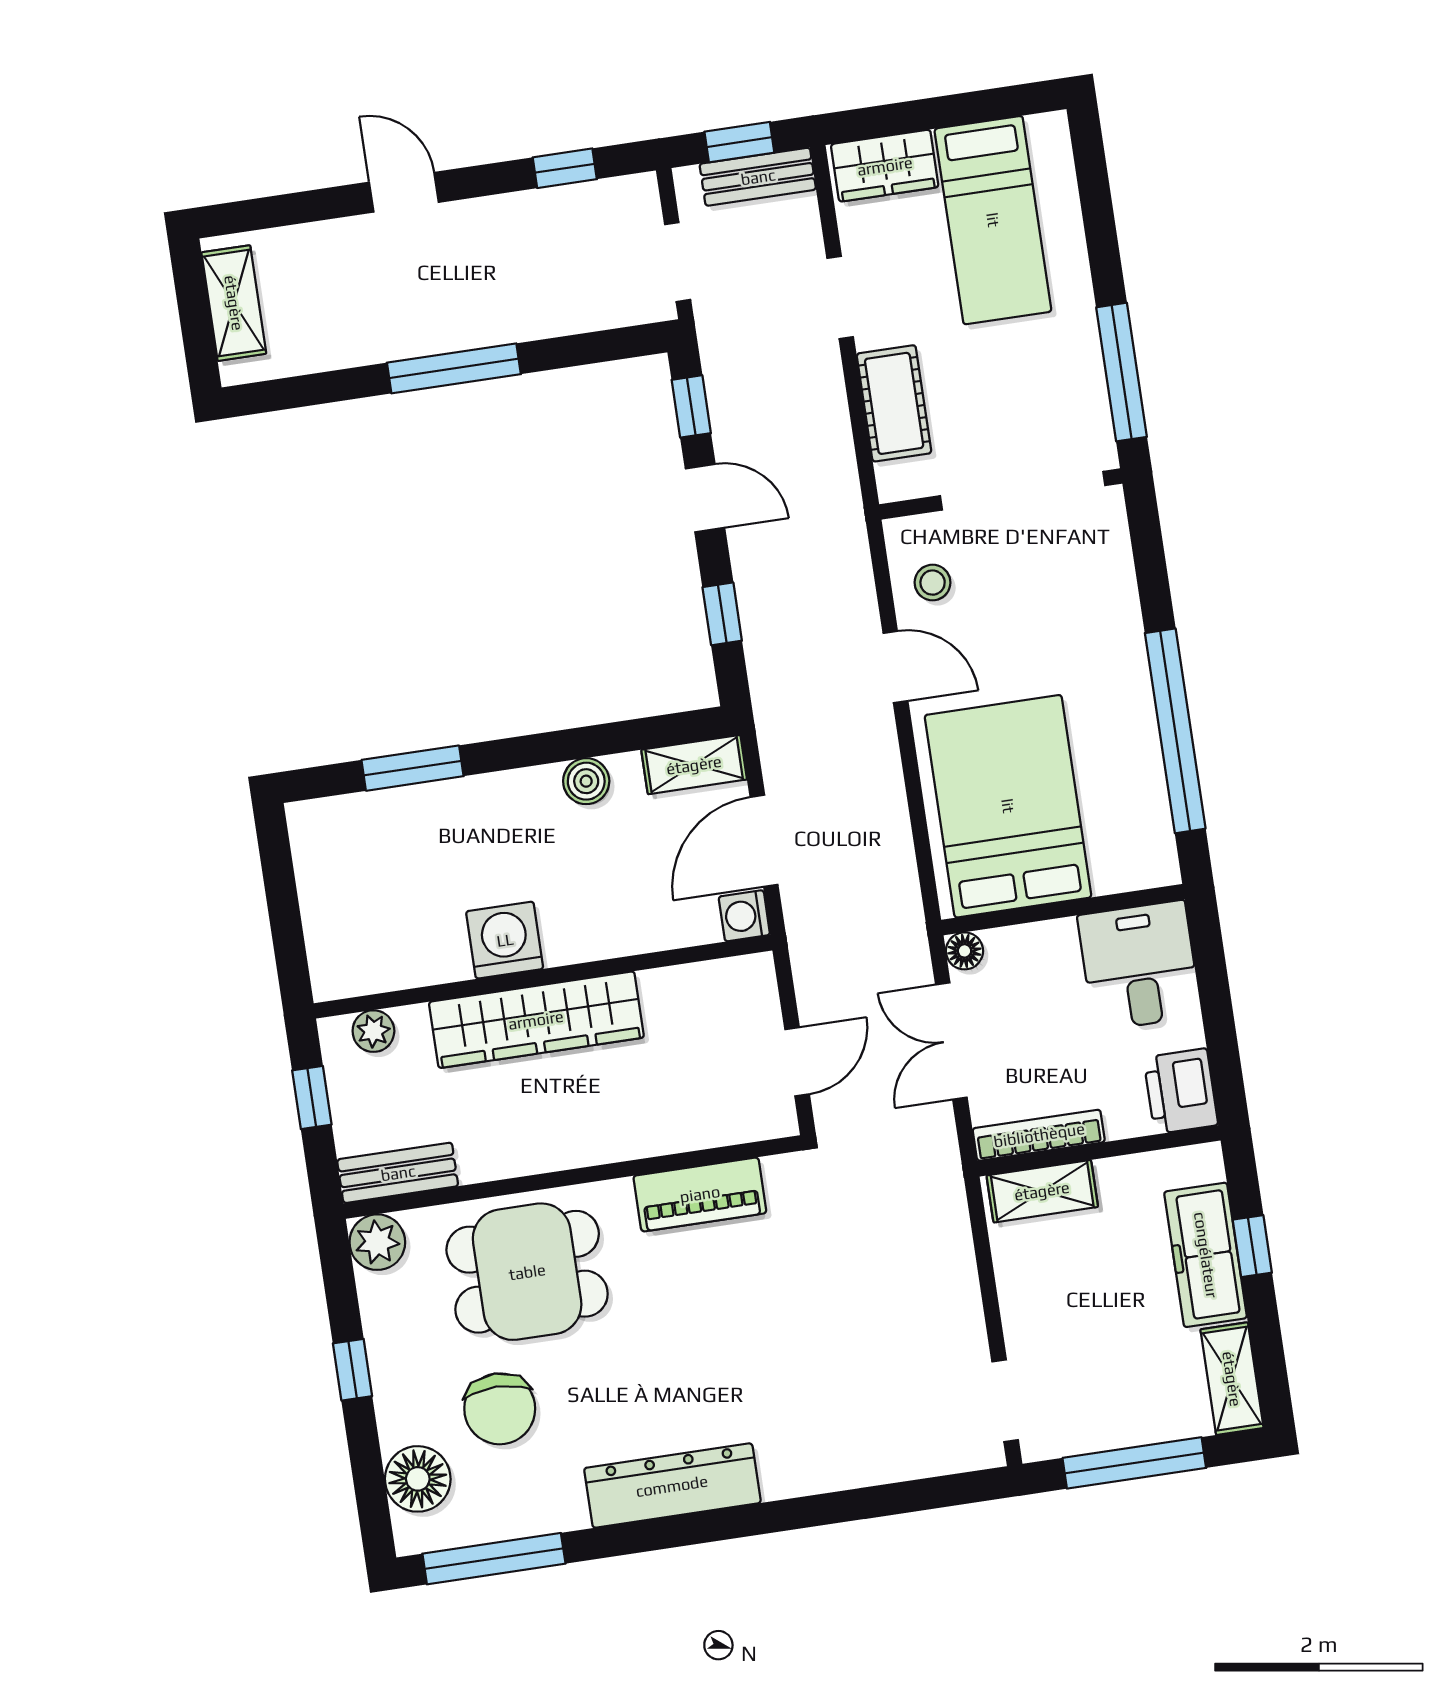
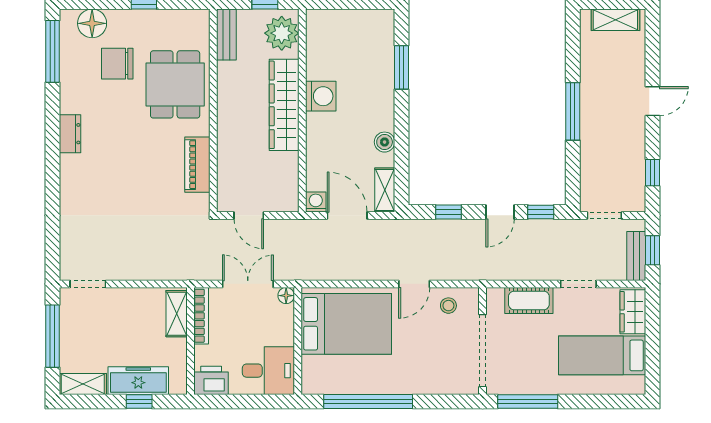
plant: (373, 1031) -> (282, 33), width x1.88, depth x1.88
plant: (377, 1242) -> (198, 21), removed
dresser: (672, 1486) -> (70, 134), width x0.51, depth x0.80

